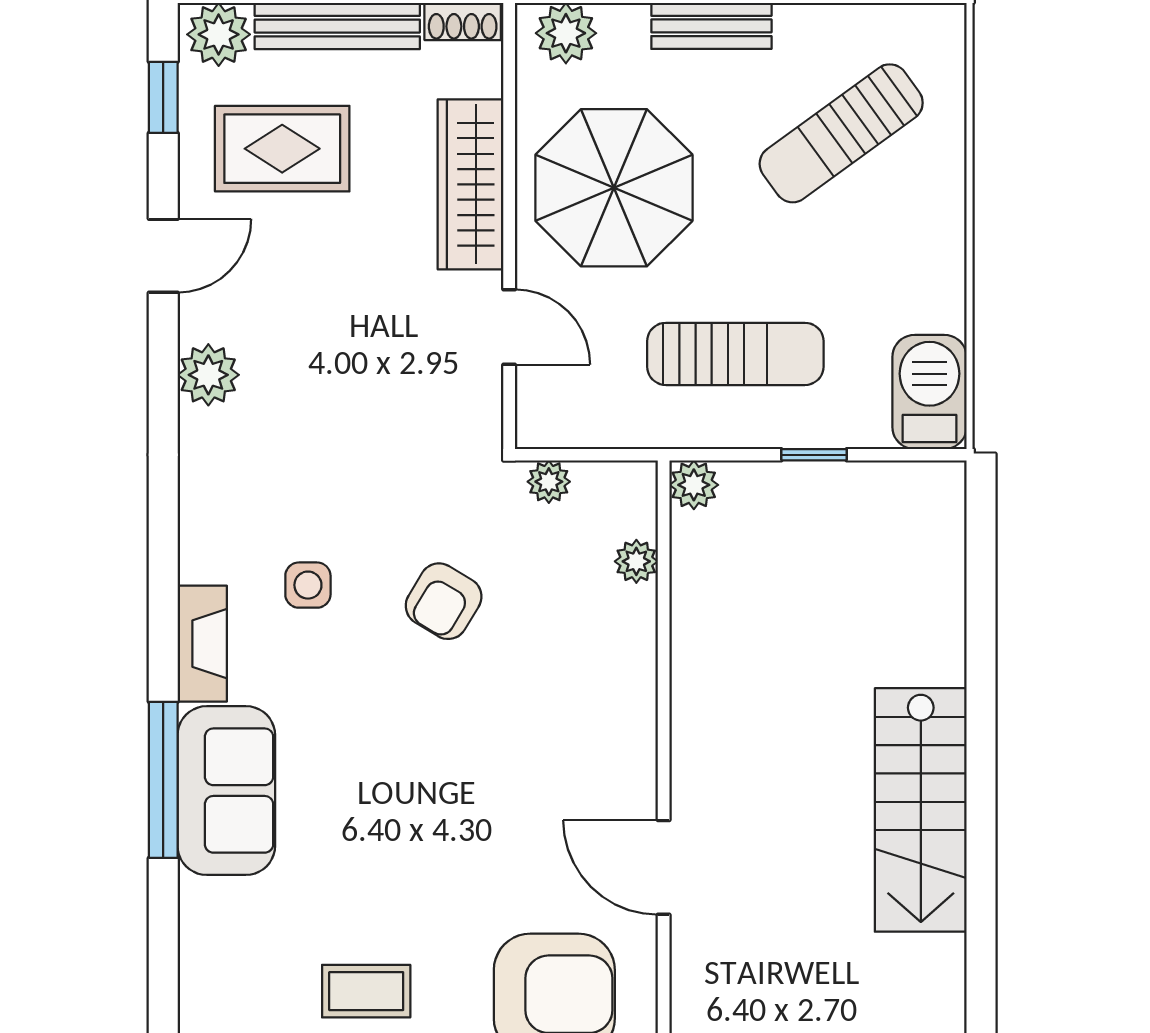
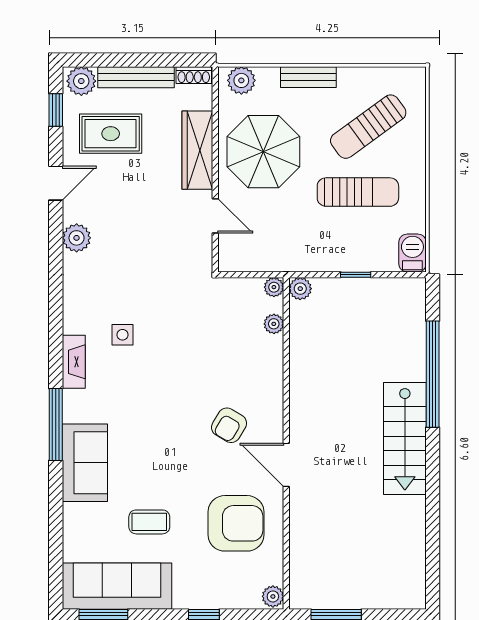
sun lounger: (735, 354) -> (358, 192), moved
barbecue: (929, 392) -> (412, 253), width x0.73, depth x0.79
plant: (549, 482) -> (274, 287), moved
armchair: (444, 601) -> (229, 425), moved
window: (981, 670) -> (433, 374), added
sofa: (226, 791) -> (85, 463), moved

